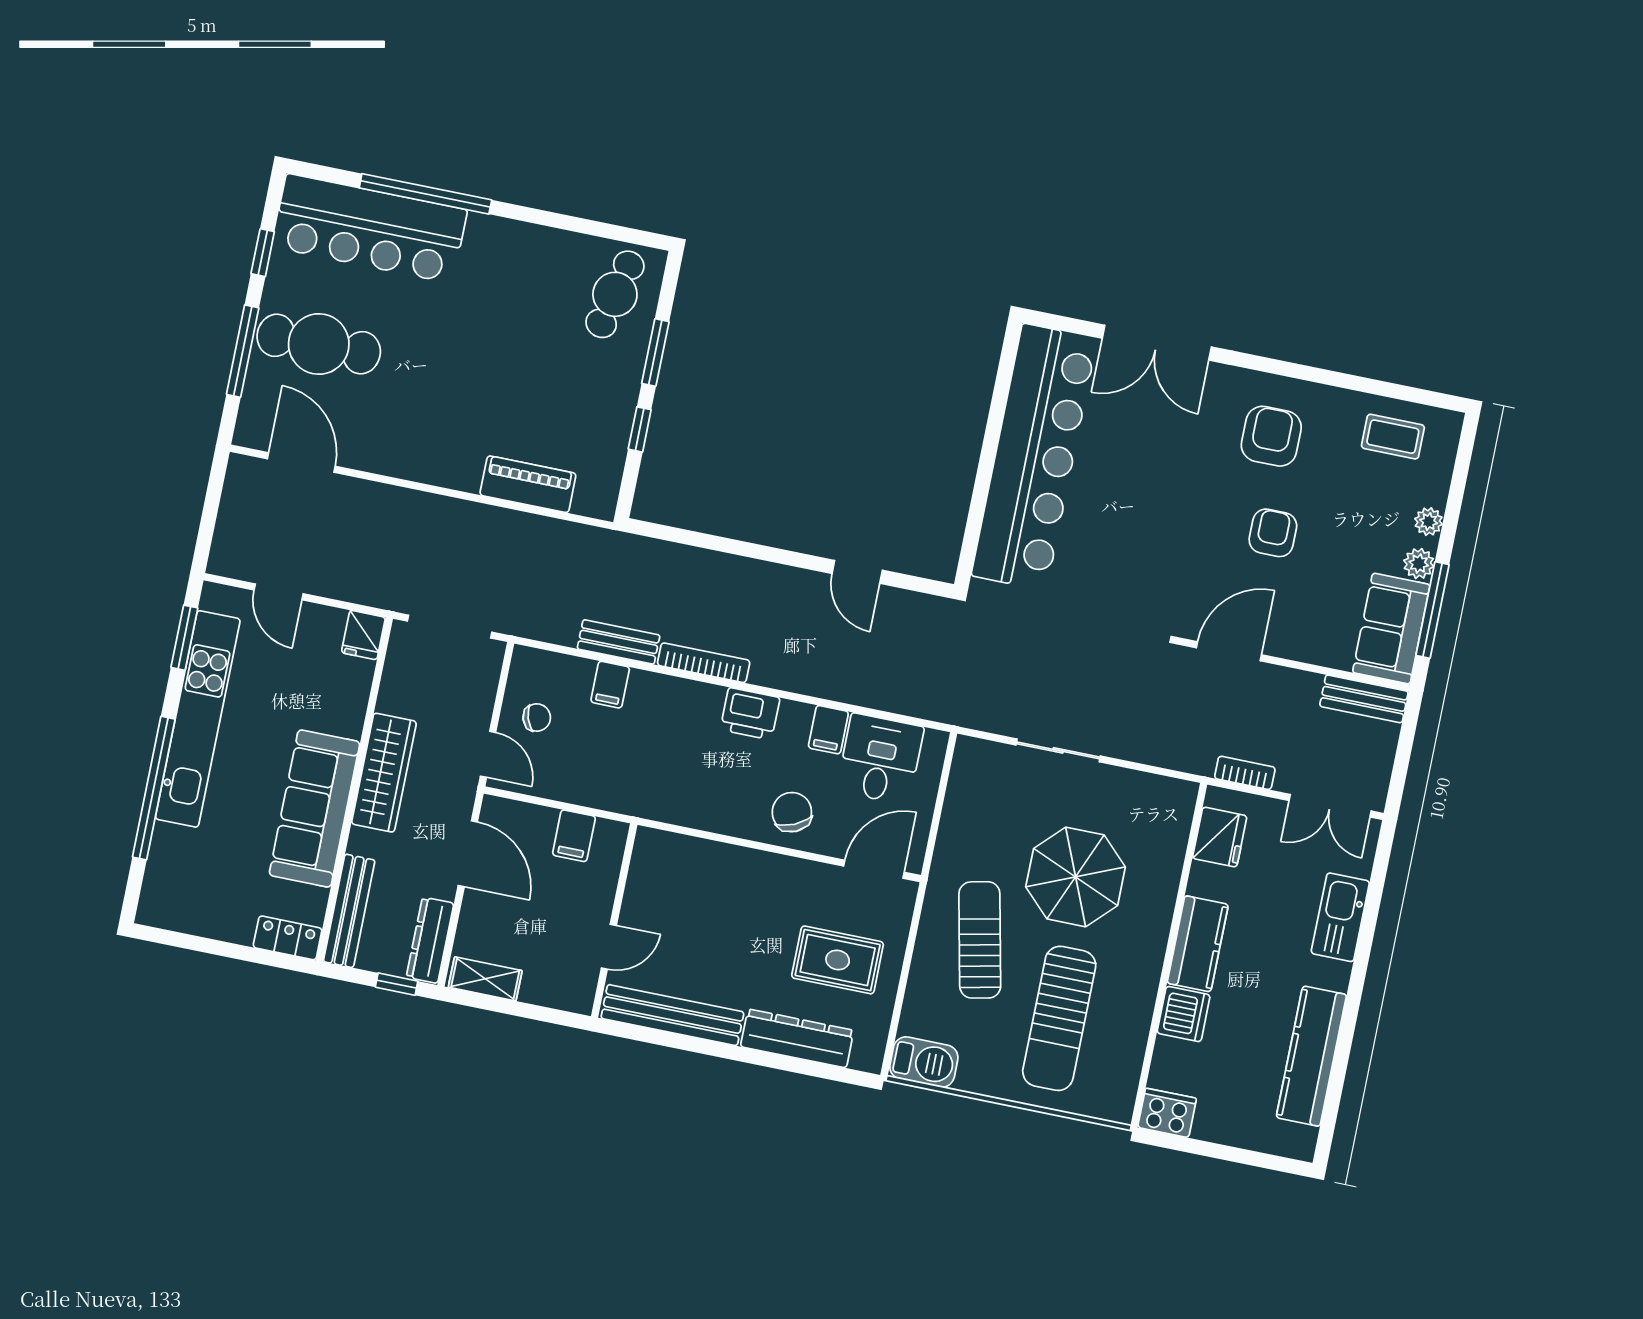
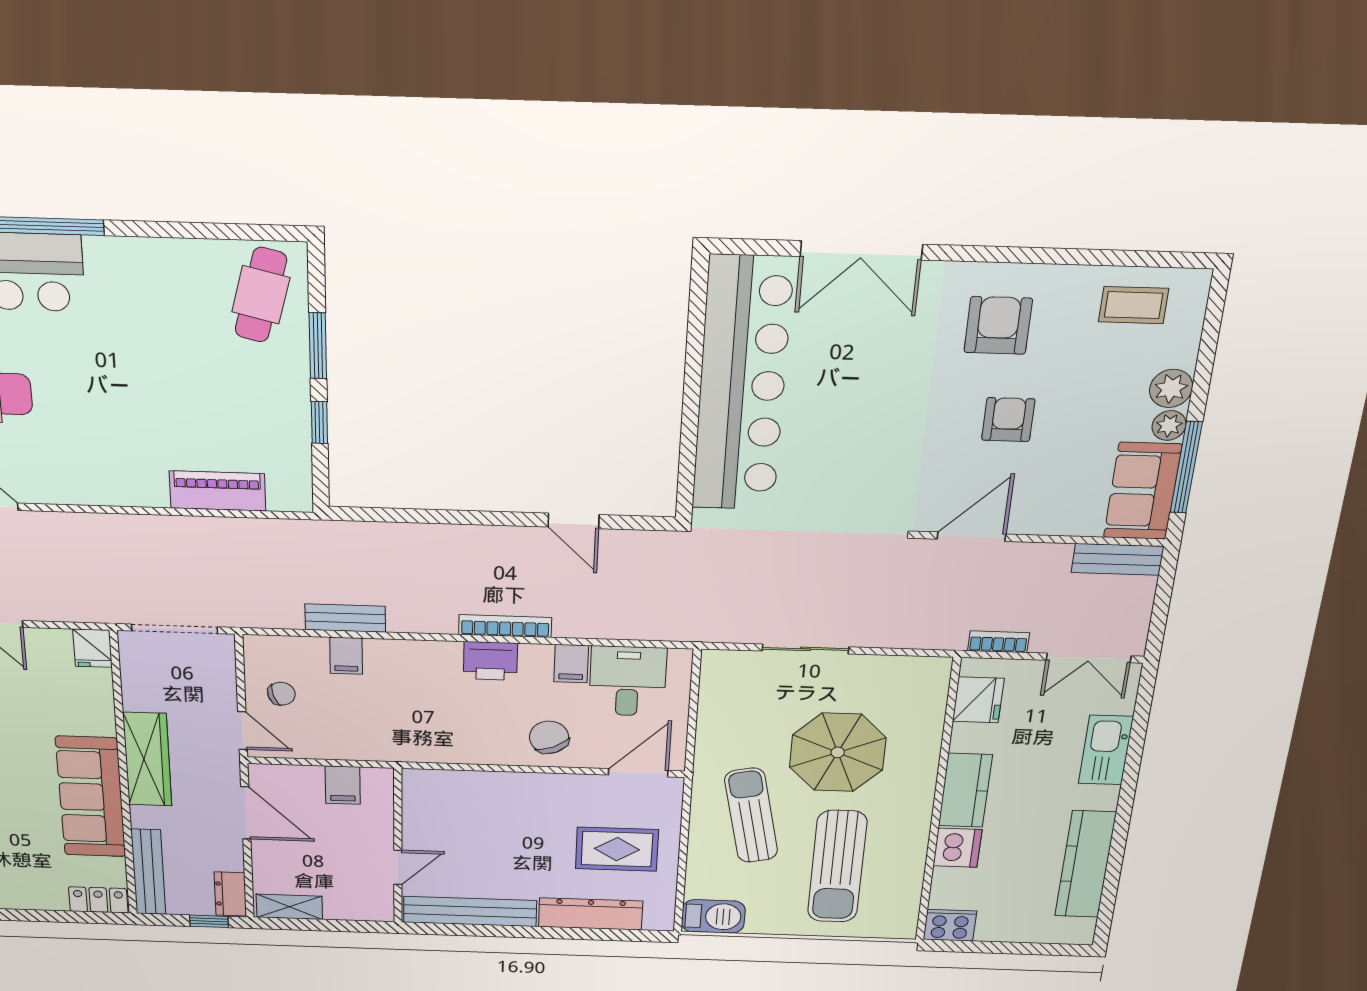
plant: (1429, 522) -> (1171, 388), width x1.38, depth x1.38
bookcase: (704, 663) -> (505, 626), moved
dresser: (430, 940) -> (230, 894), width x0.70

